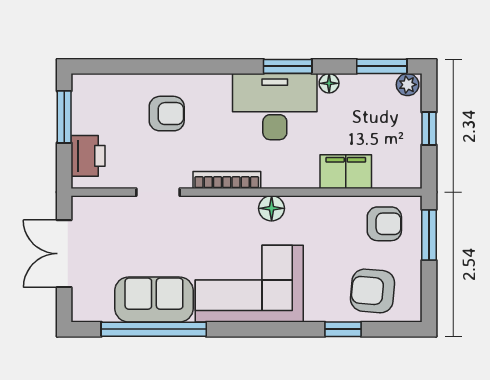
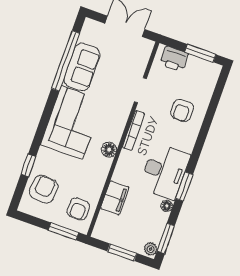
window: (429, 129) -> (122, 252), width x1.50

